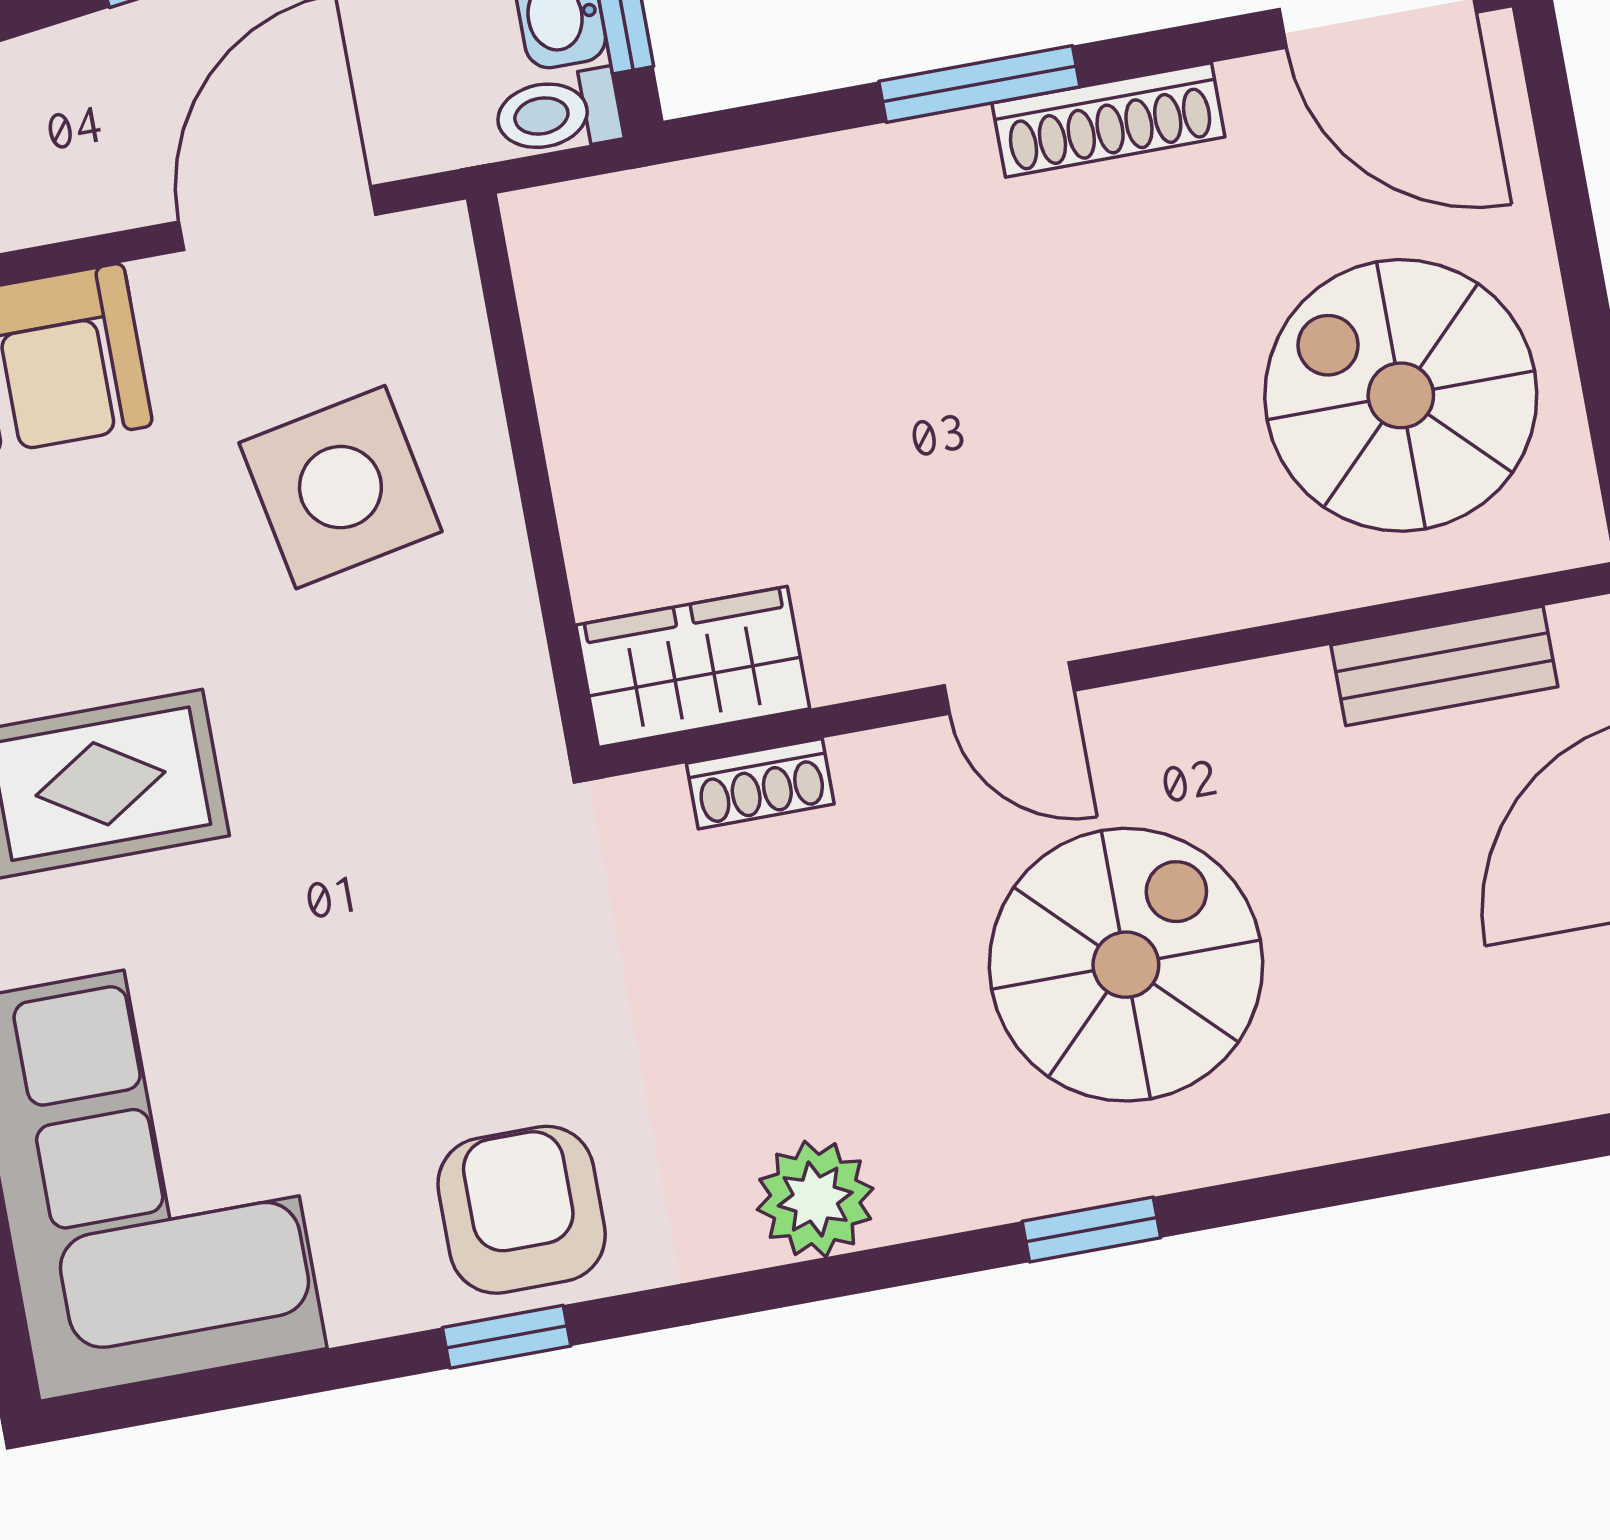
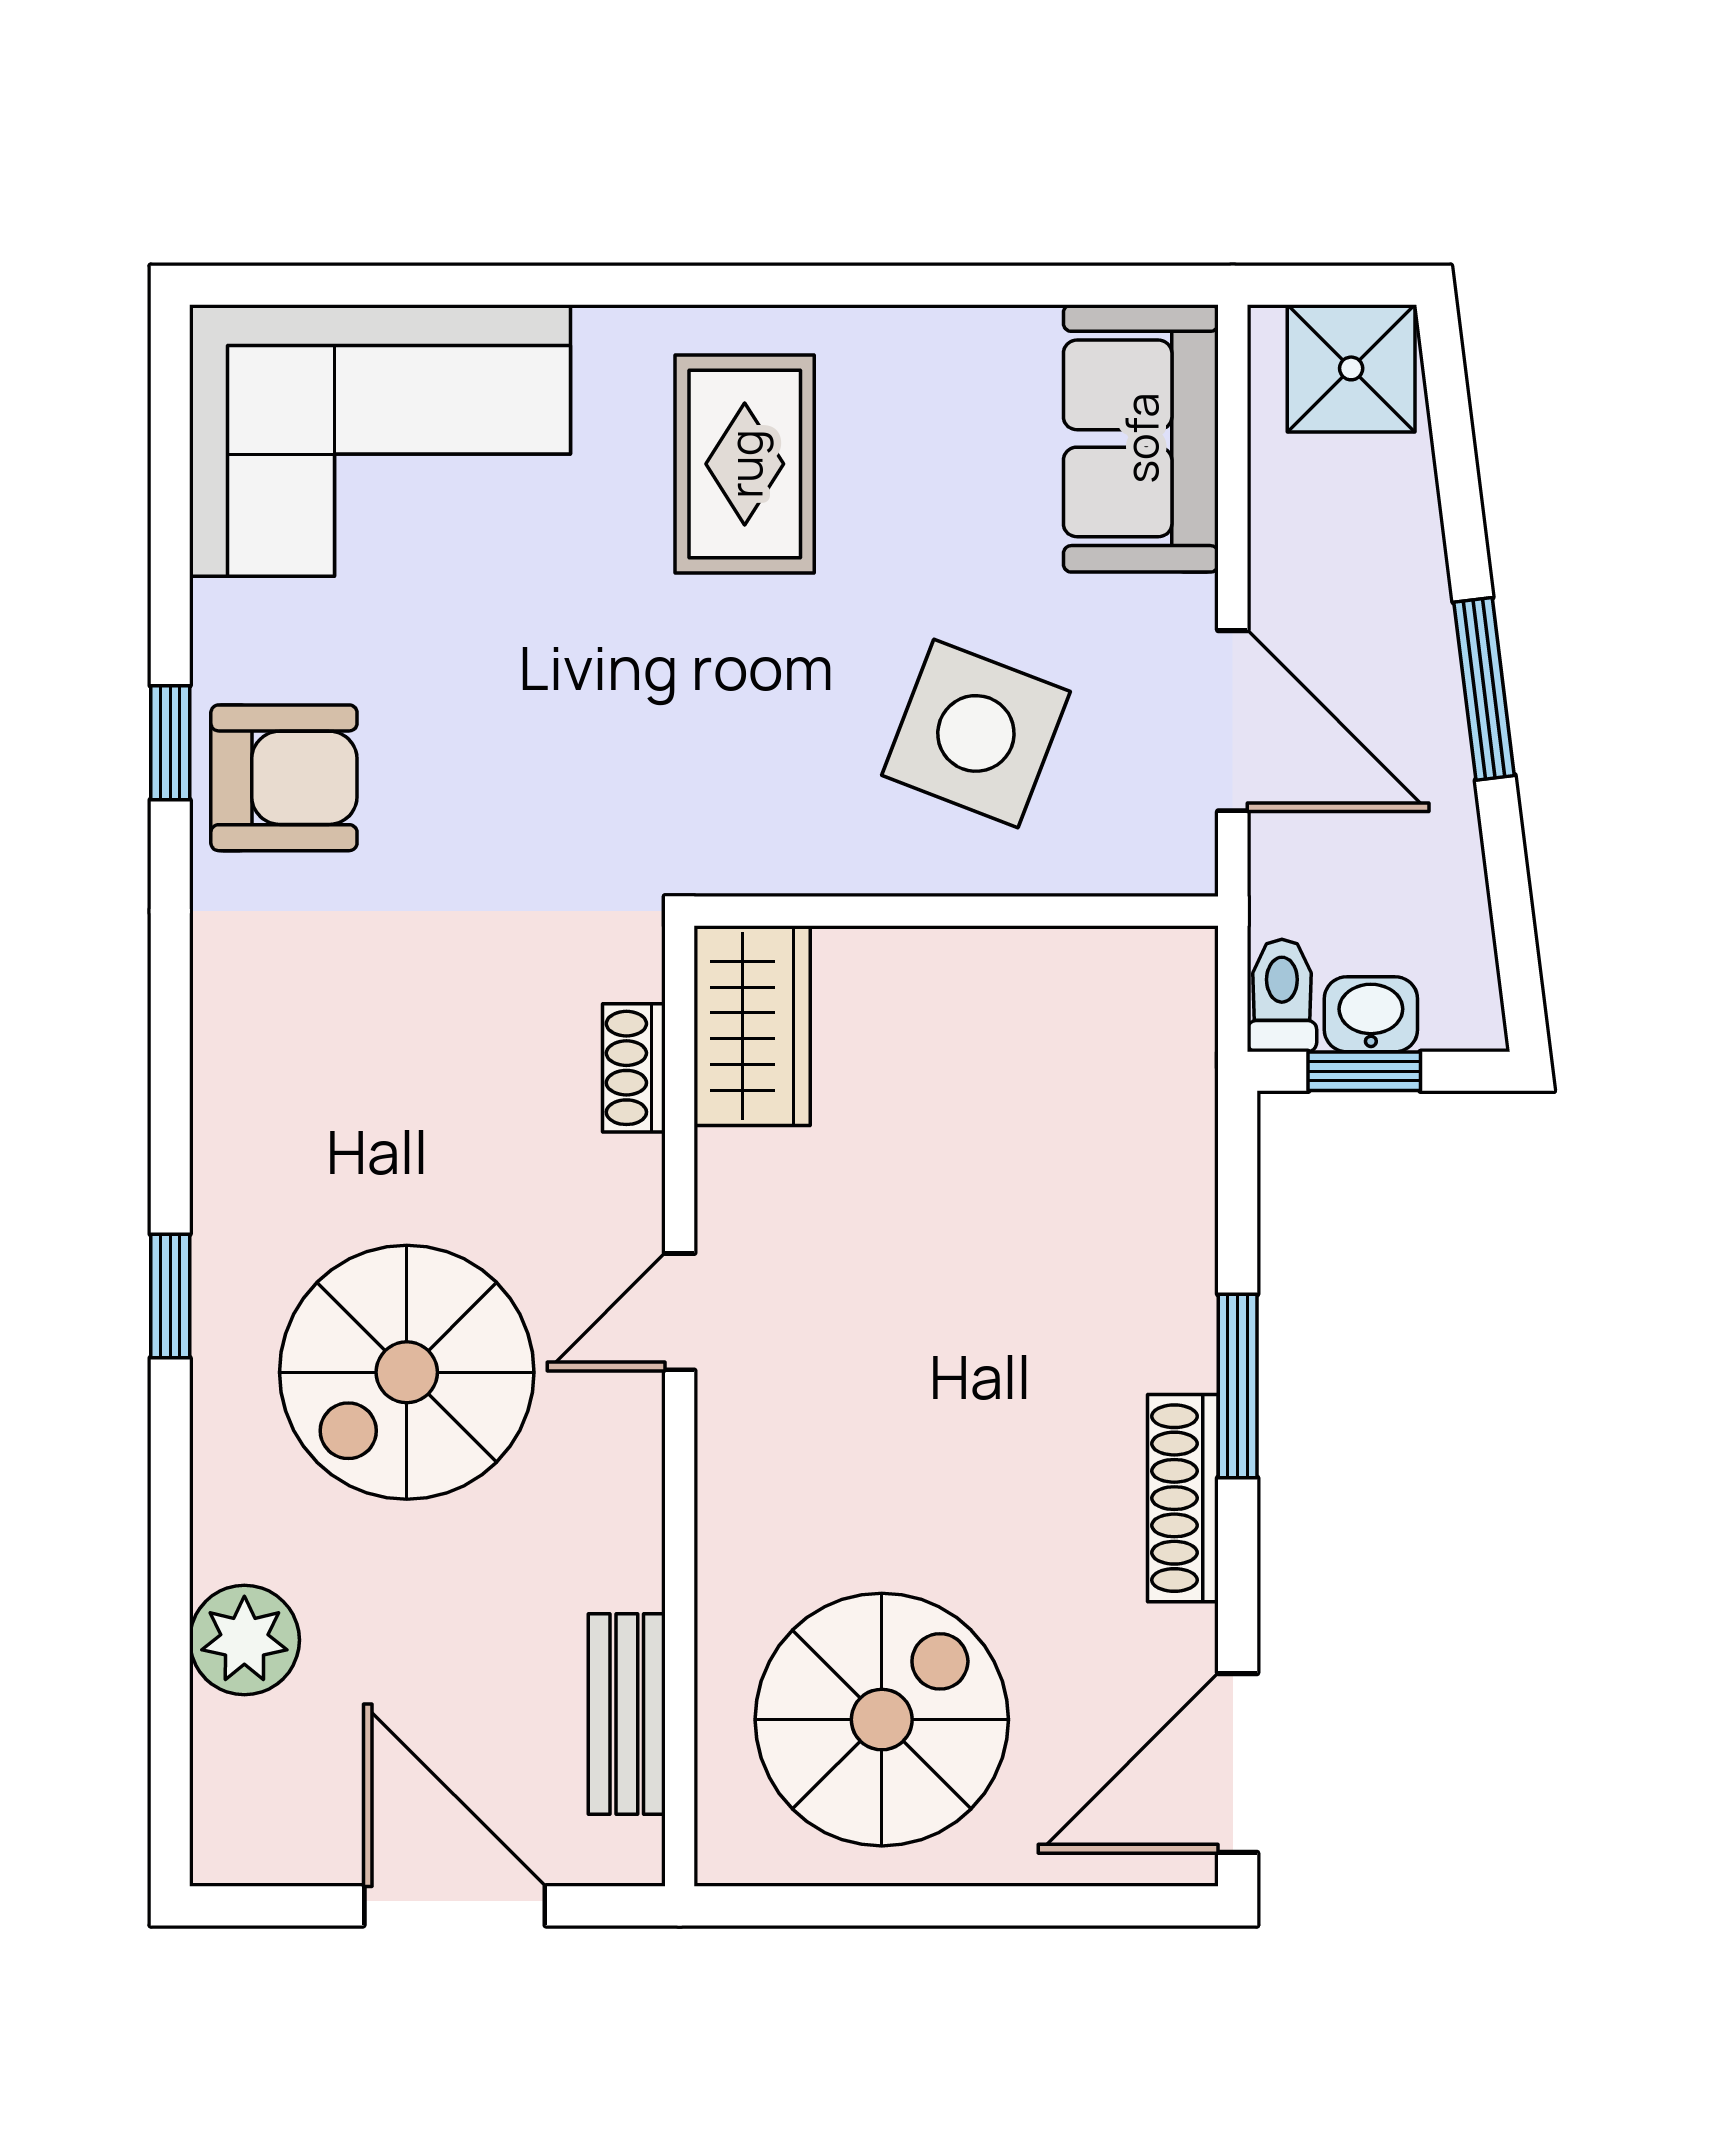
side table: (340, 487) -> (976, 733), turned 32
spiral stairs: (1126, 965) -> (407, 1372), turned 90
plant: (815, 1199) -> (244, 1640), moved

